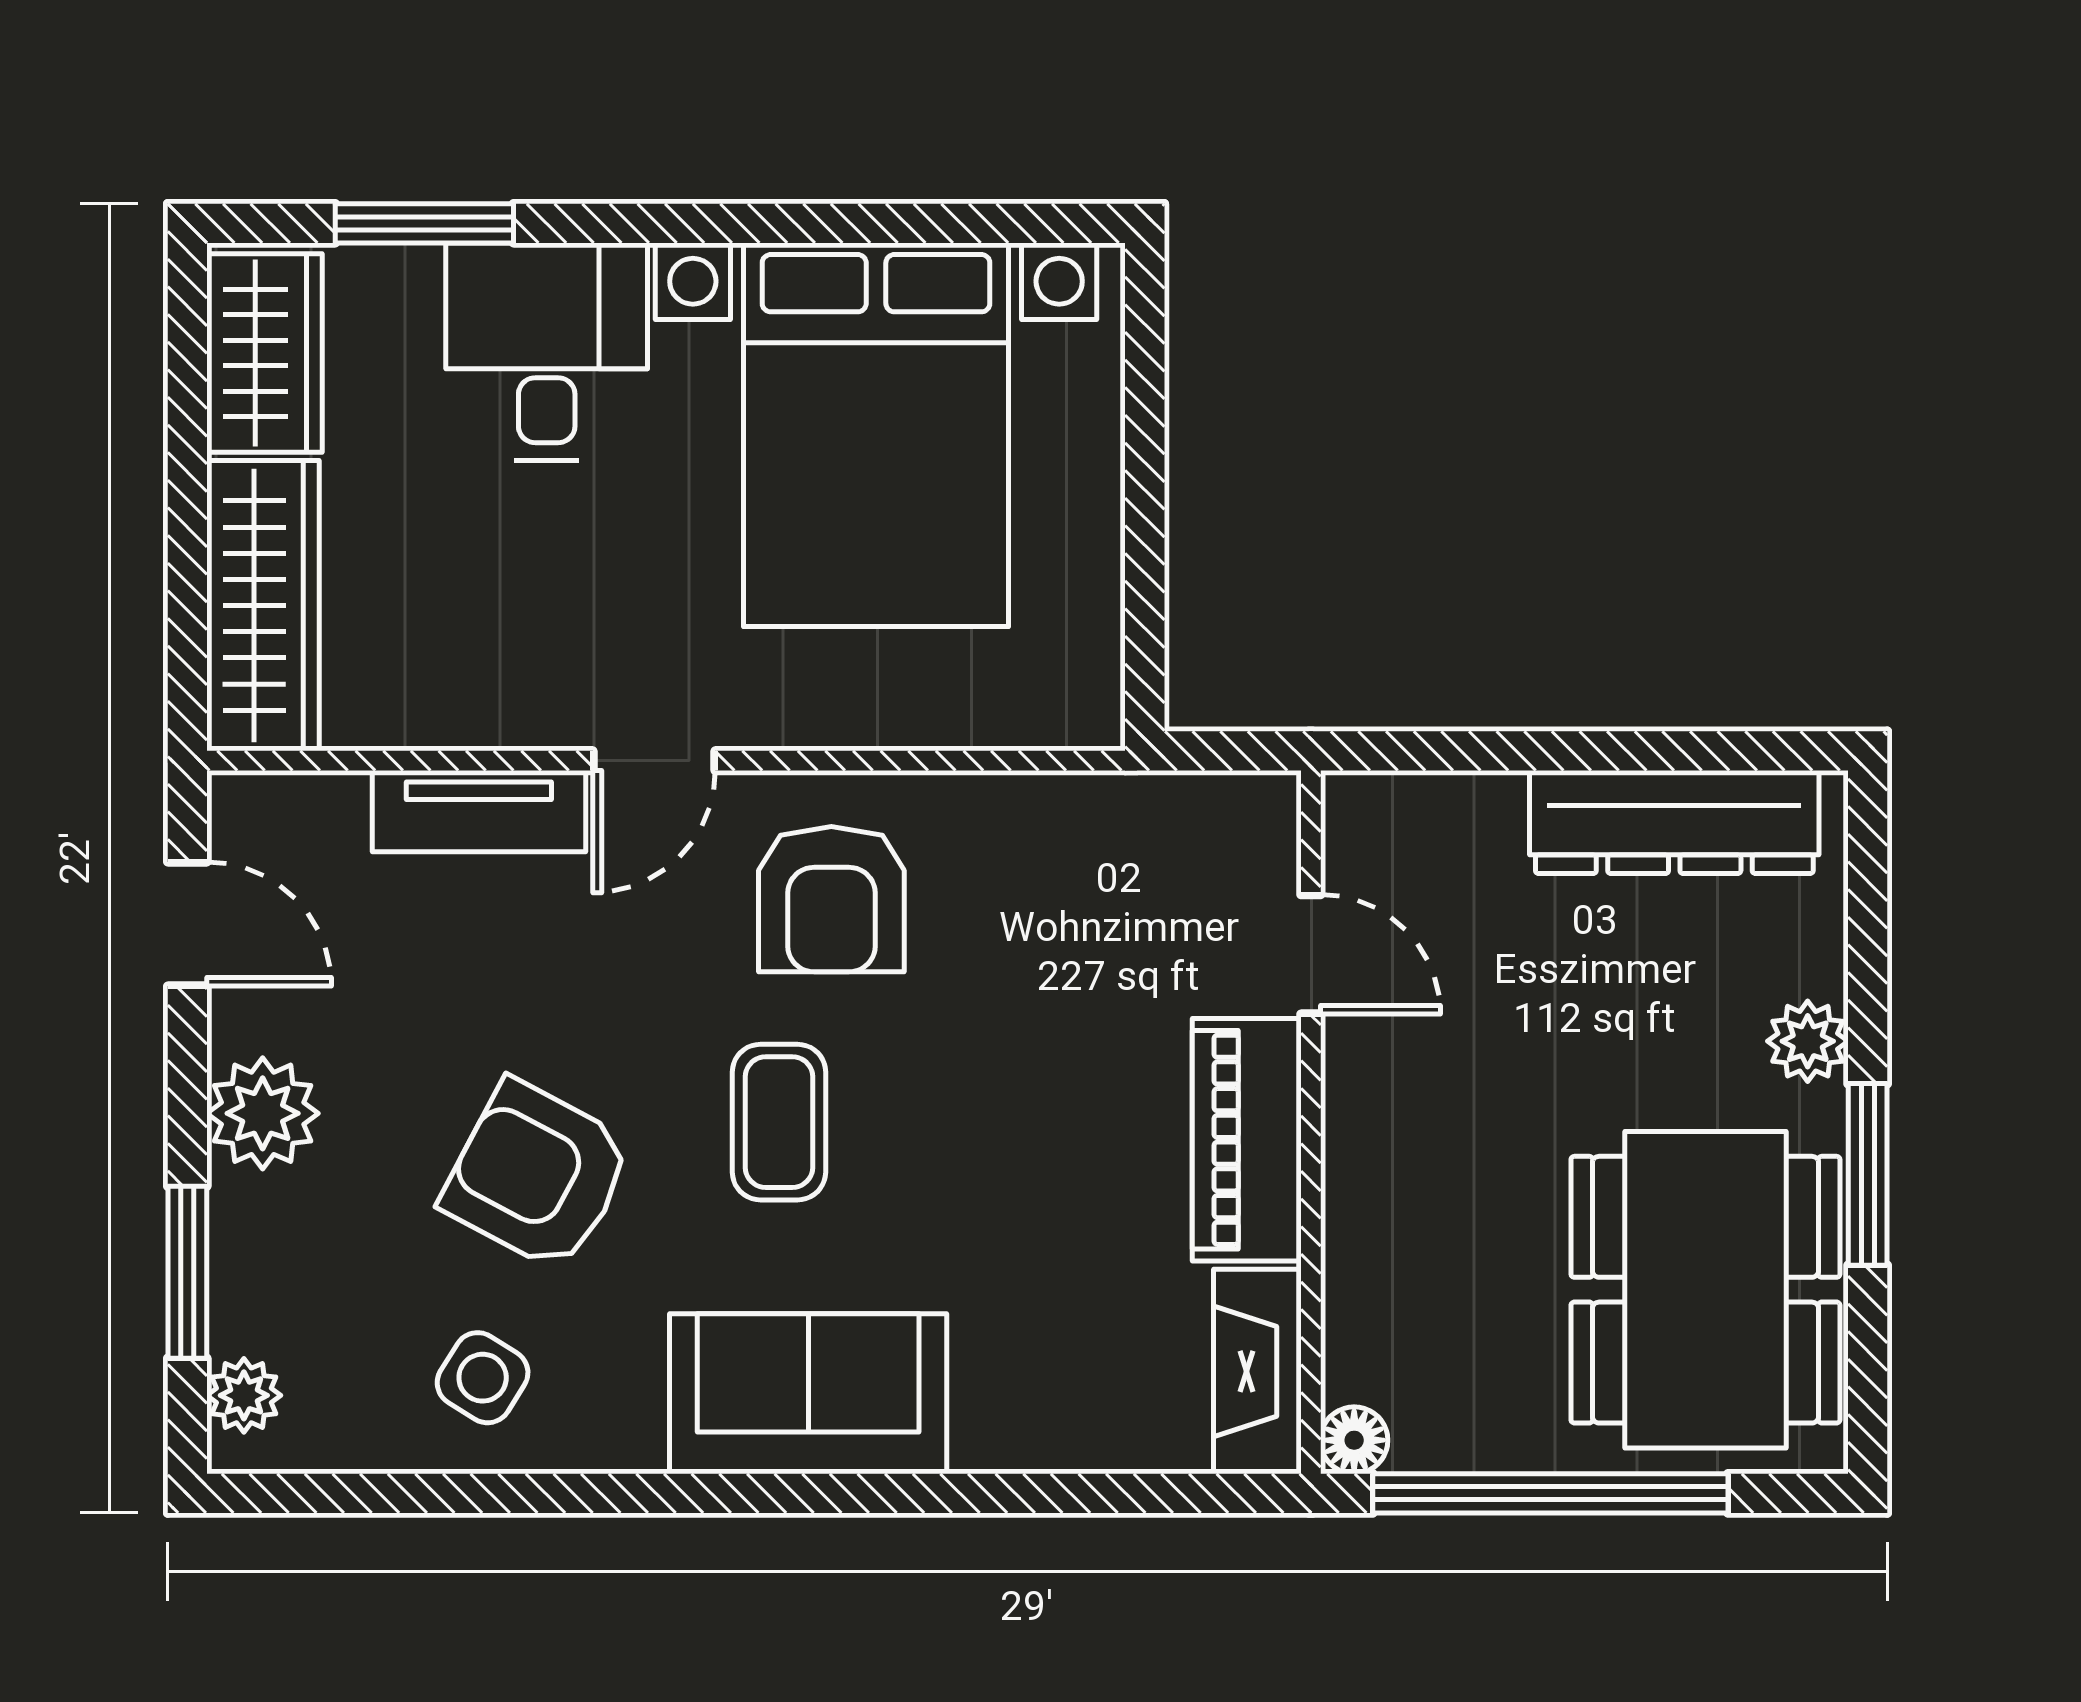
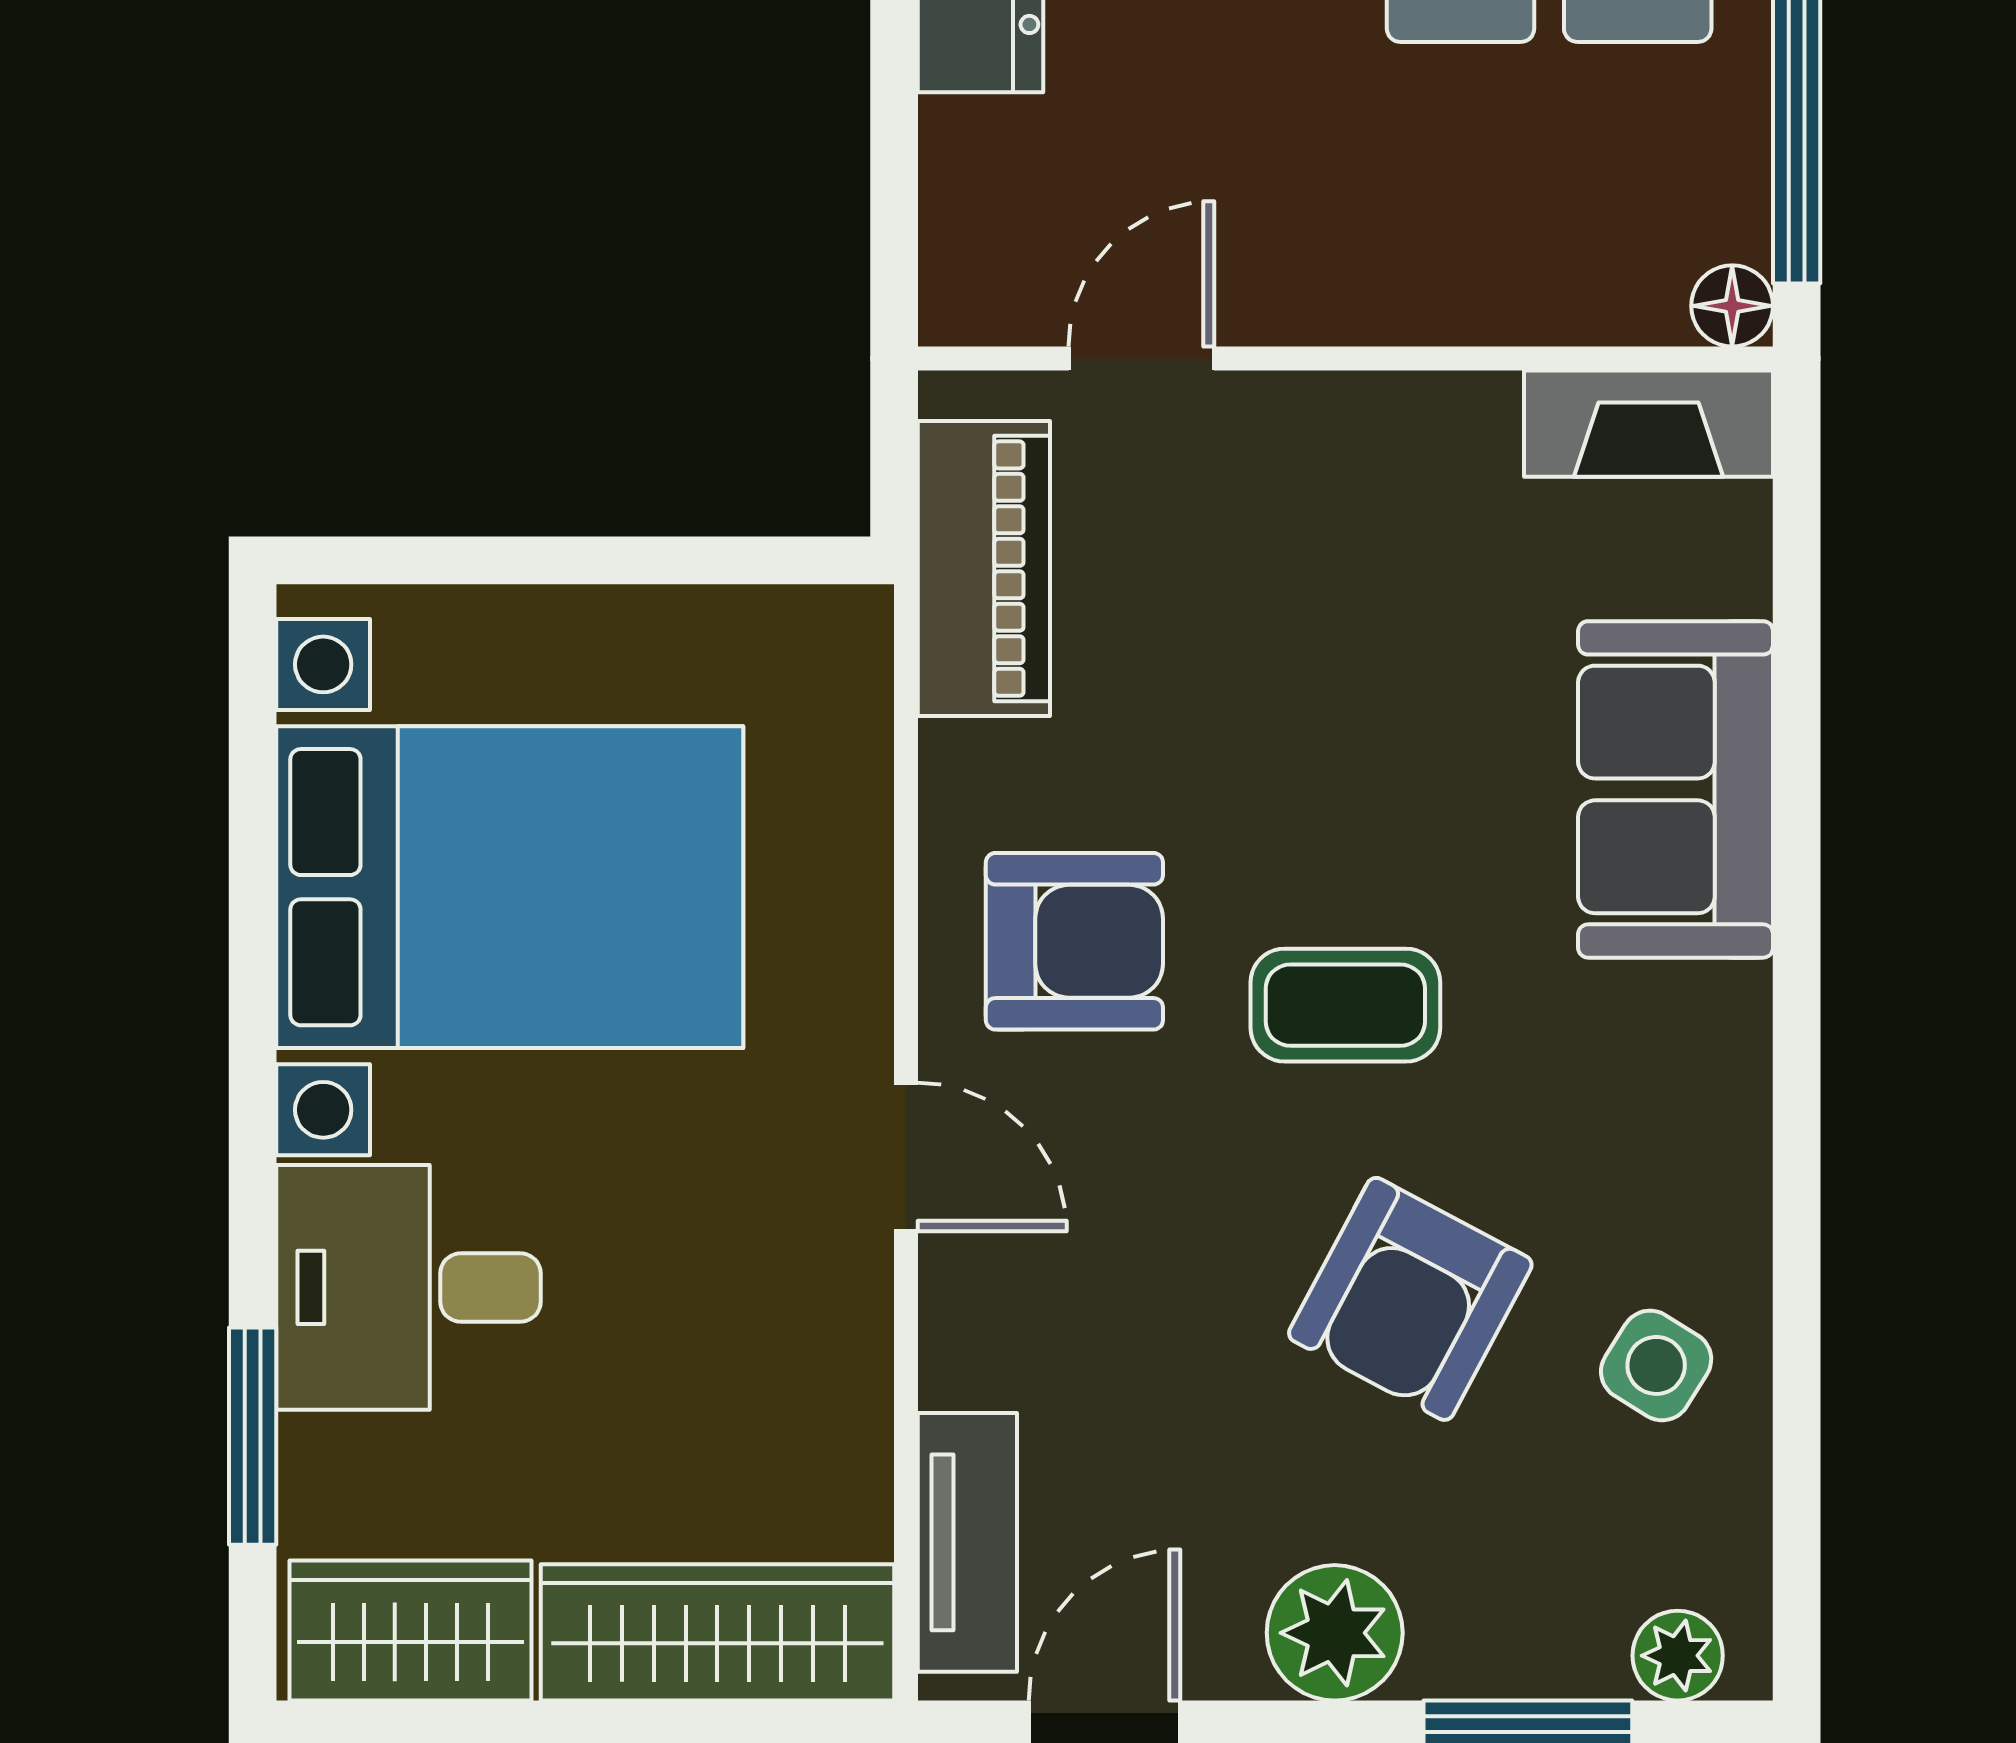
tv unit: (479, 811) -> (967, 1542), moved
piano: (1247, 1140) -> (984, 569), moved, turned -90
sofa: (808, 1394) -> (1676, 789), moved

